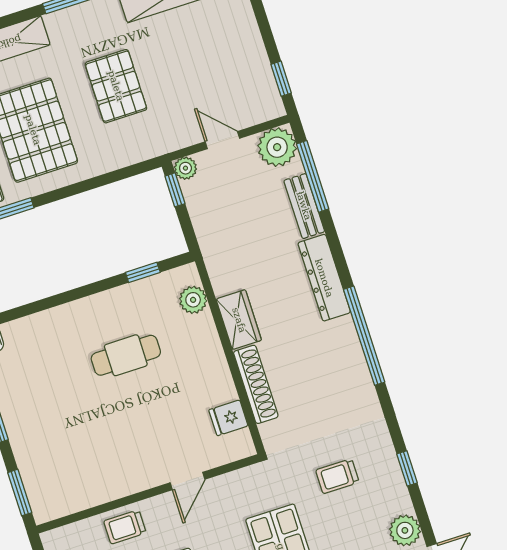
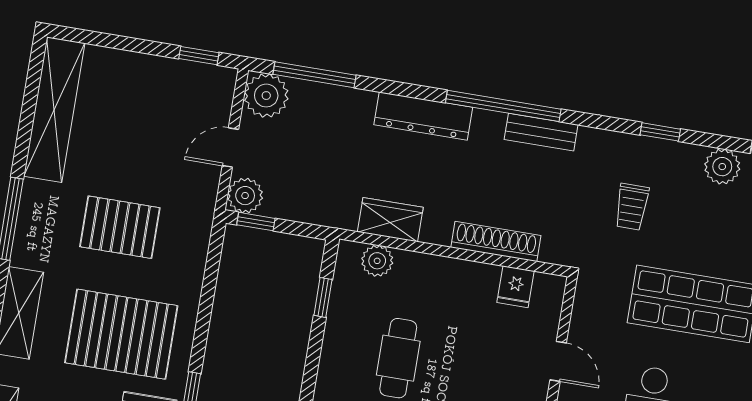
plant: (185, 168) -> (245, 196), width x1.38, depth x1.38
bench: (304, 206) -> (541, 132), moved
wardrobe: (239, 320) -> (390, 220), moved

